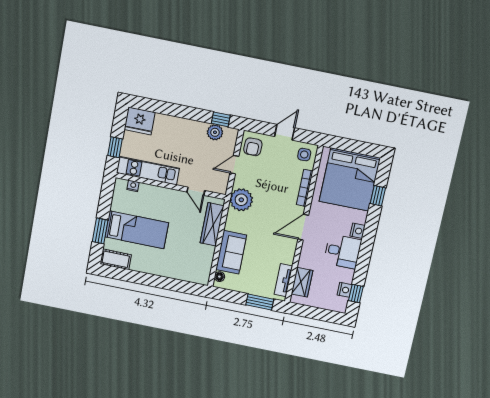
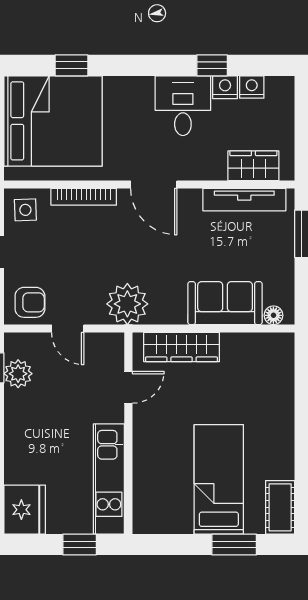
nightstand: (133, 186) -> (141, 500), removed
nightstand: (358, 231) -> (225, 87), moved
tv unit: (283, 280) -> (244, 200), width x1.41
window: (356, 293) -> (212, 65), moved

